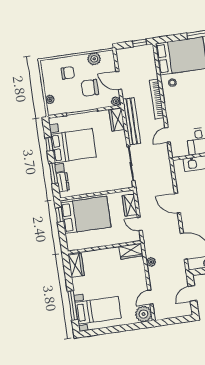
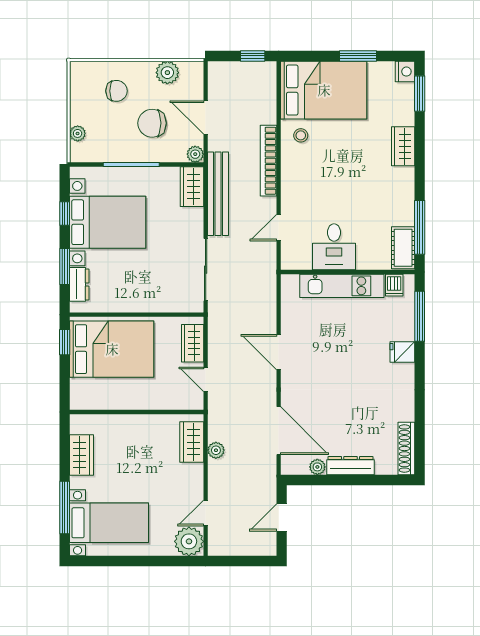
wardrobe: (131, 251) -> (192, 442), moved, turned 90
wardrobe: (76, 265) -> (81, 455), moved

